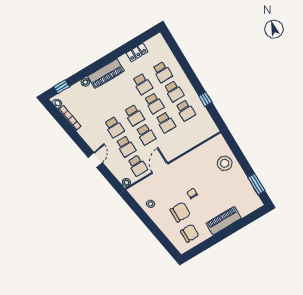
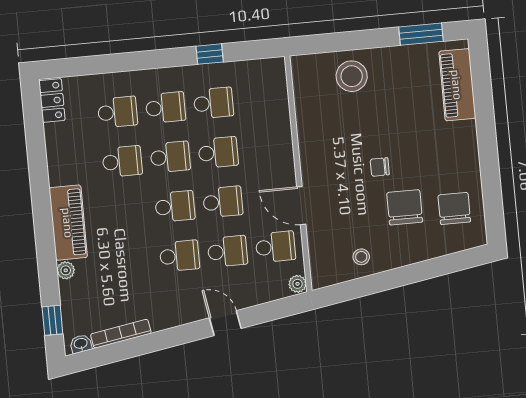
locker: (137, 52) -> (52, 100), moved
piano: (224, 221) -> (457, 85), moved

